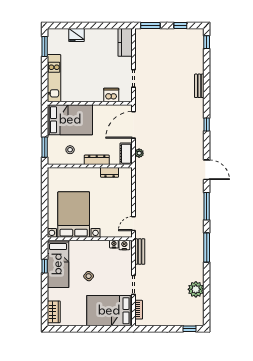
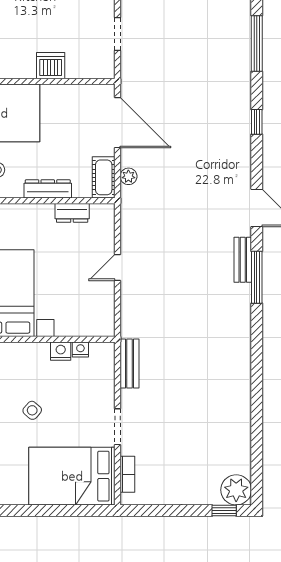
bench: (199, 86) -> (243, 260), moved
dishwasher: (111, 95) -> (51, 66), moved
door: (133, 125) -> (118, 123), swing flipped
door: (133, 224) -> (118, 268), moved
nightstand: (124, 245) -> (61, 351), moved
window: (207, 248) -> (257, 43), moved
plant: (196, 289) -> (236, 490), moved

